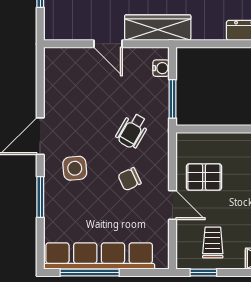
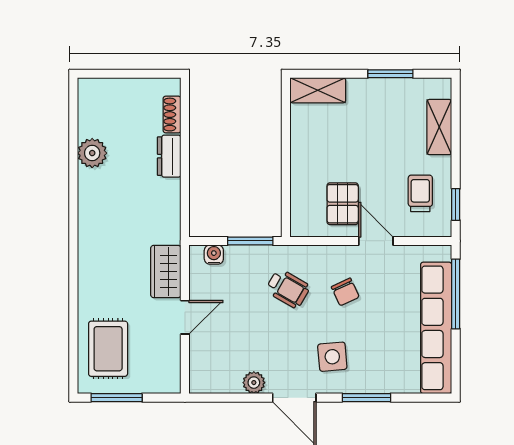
wardrobe: (158, 28) -> (166, 272), width x0.67
plant: (53, 102) -> (254, 383), added
door: (173, 205) -> (376, 241), hinge flipped
trolley: (213, 243) -> (420, 193), turned 90
window: (90, 273) -> (456, 294), moved

